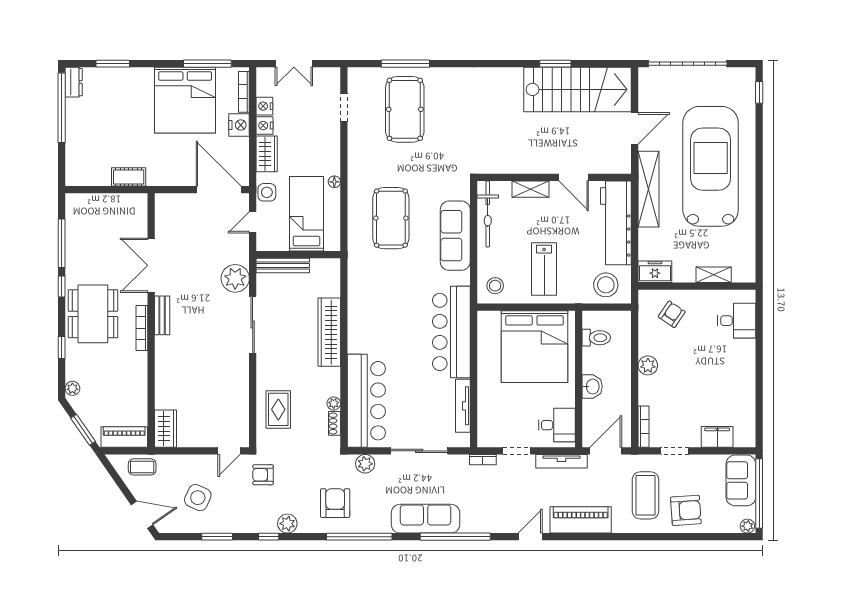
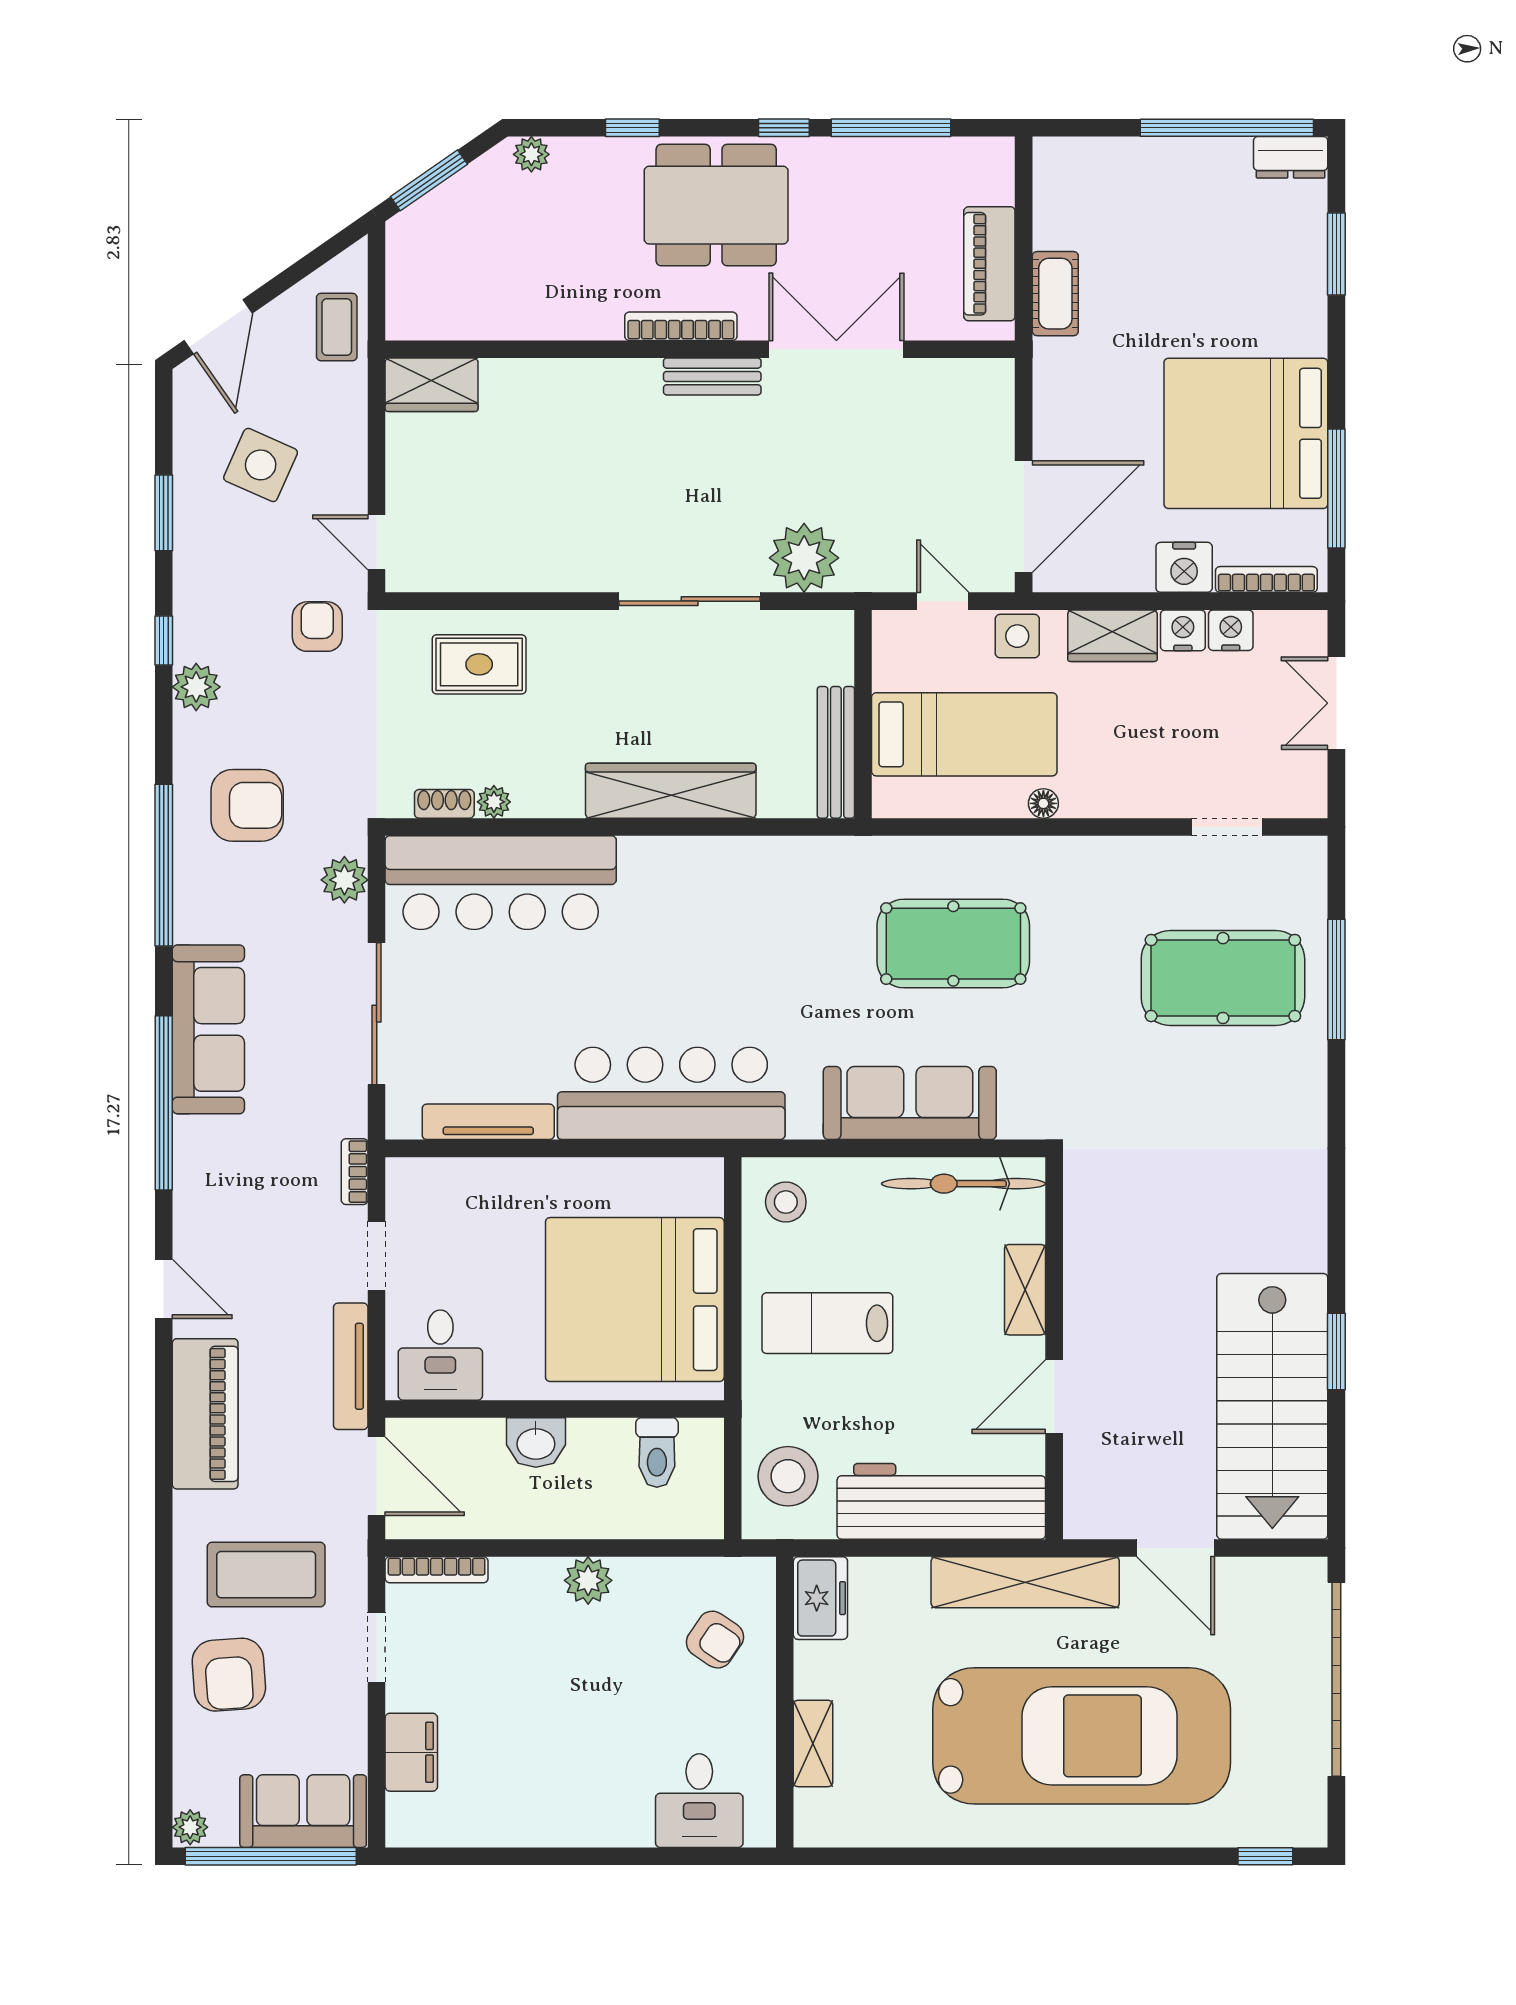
bench: (283, 266) -> (836, 752), moved
piano: (124, 437) -> (989, 264), moved, turned 180

